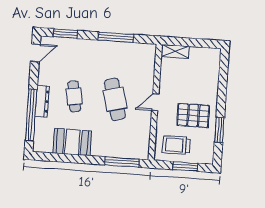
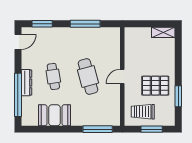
shelving: (175, 51) -> (163, 32), moved

